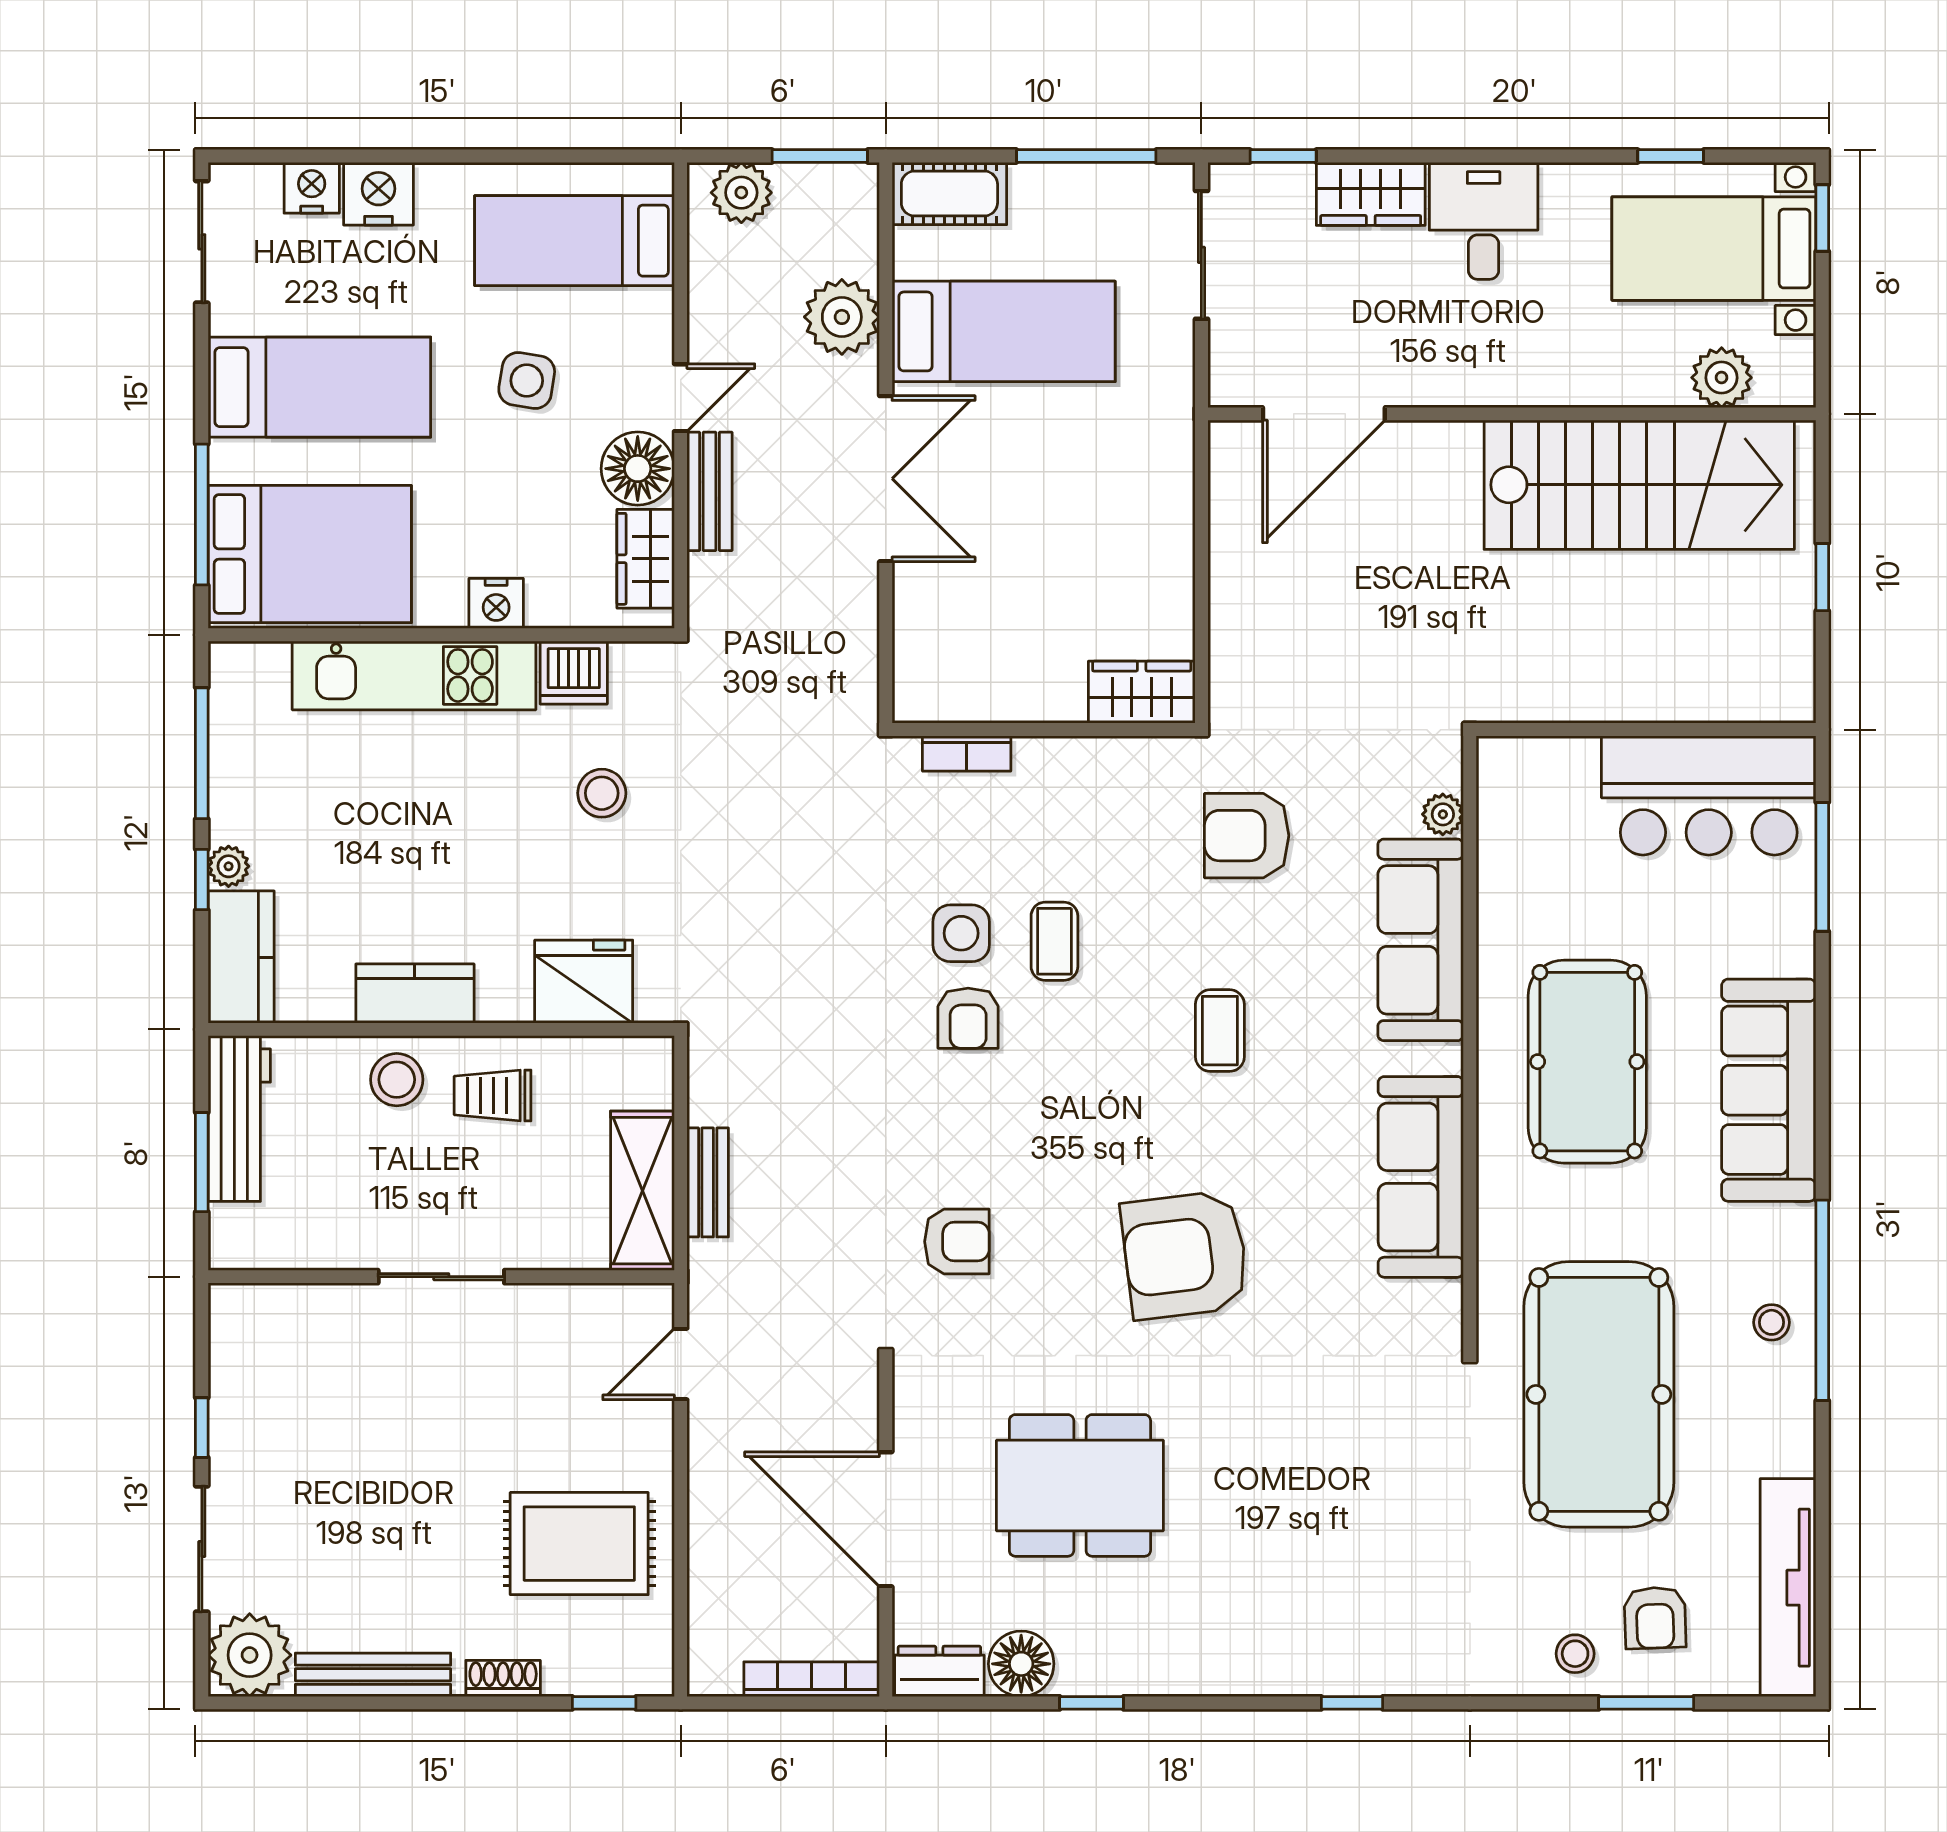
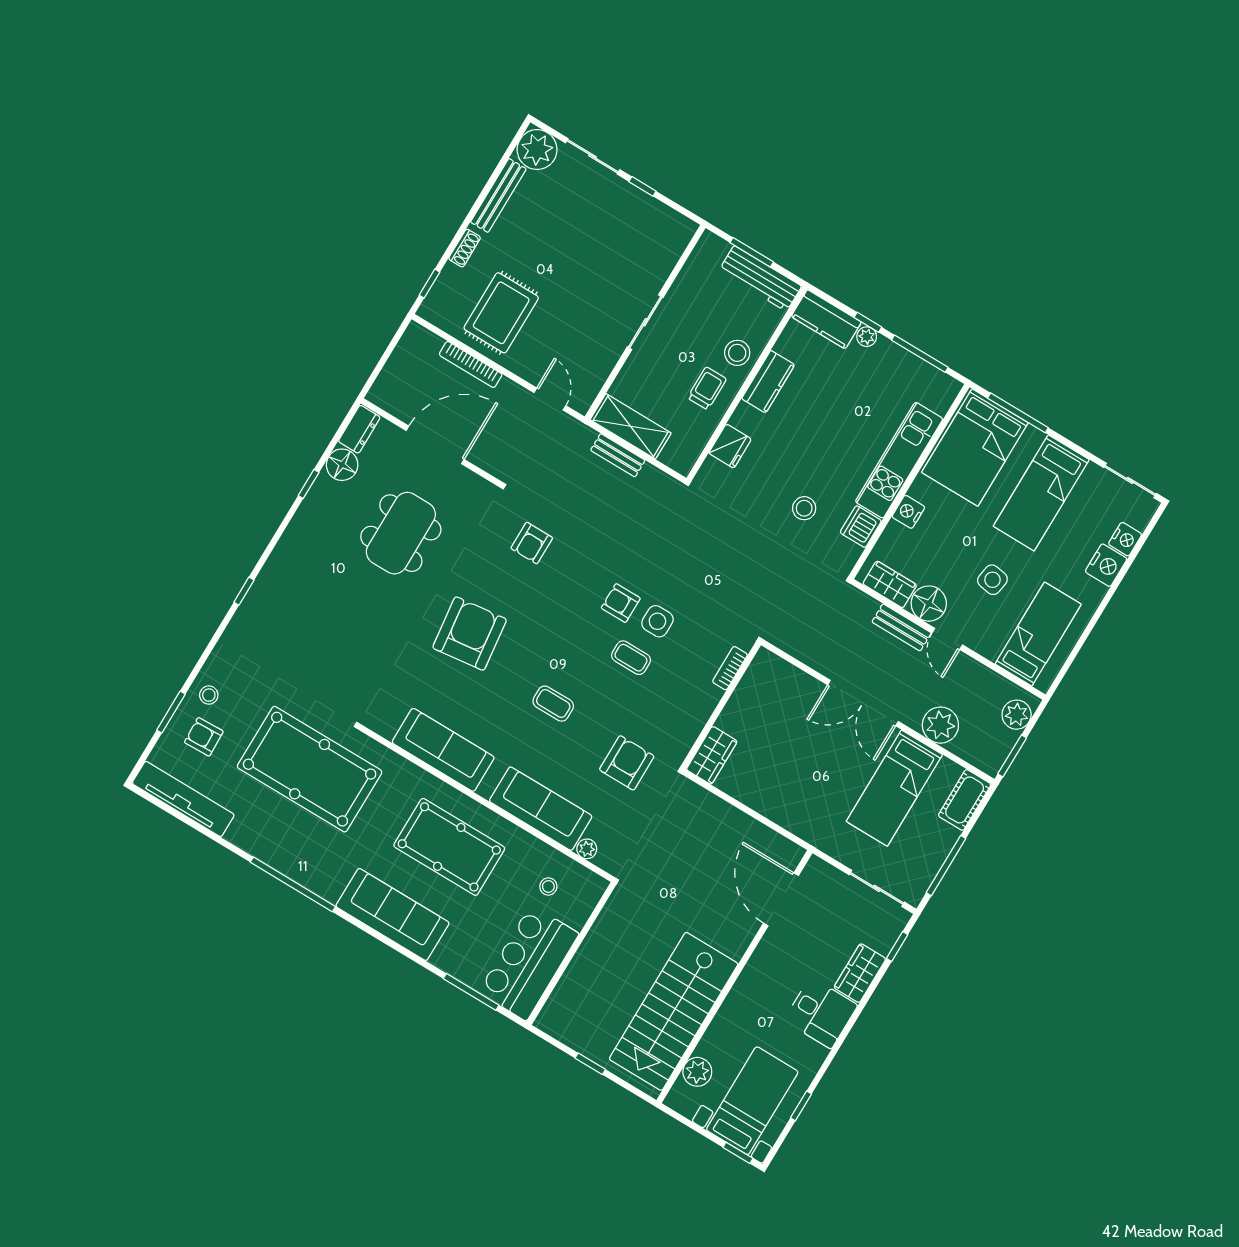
fridge: (584, 982) -> (730, 446), width x0.73, depth x0.75
stool: (1772, 1322) -> (548, 886), moved
bookcase: (812, 1679) -> (471, 364), moved, turned 90

